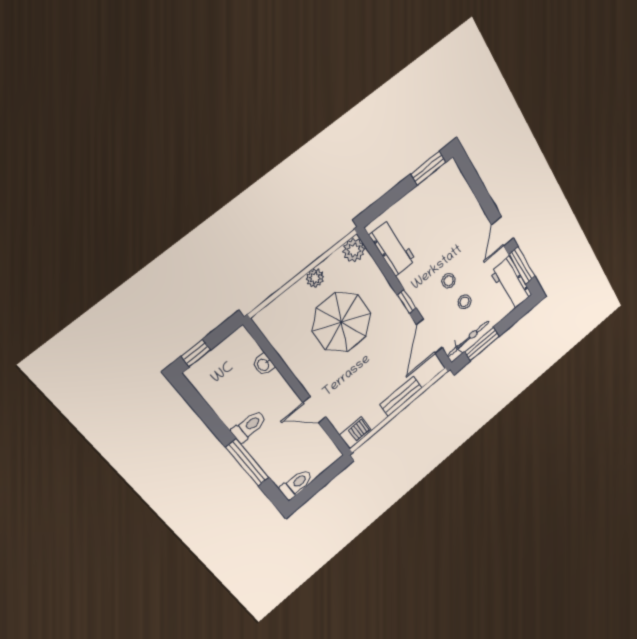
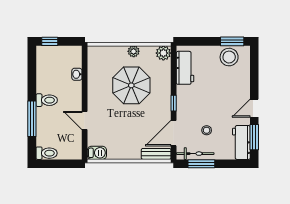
stool: (449, 281) -> (229, 57), moved, width x1.89, depth x1.89
bench: (401, 396) -> (156, 154), moved

